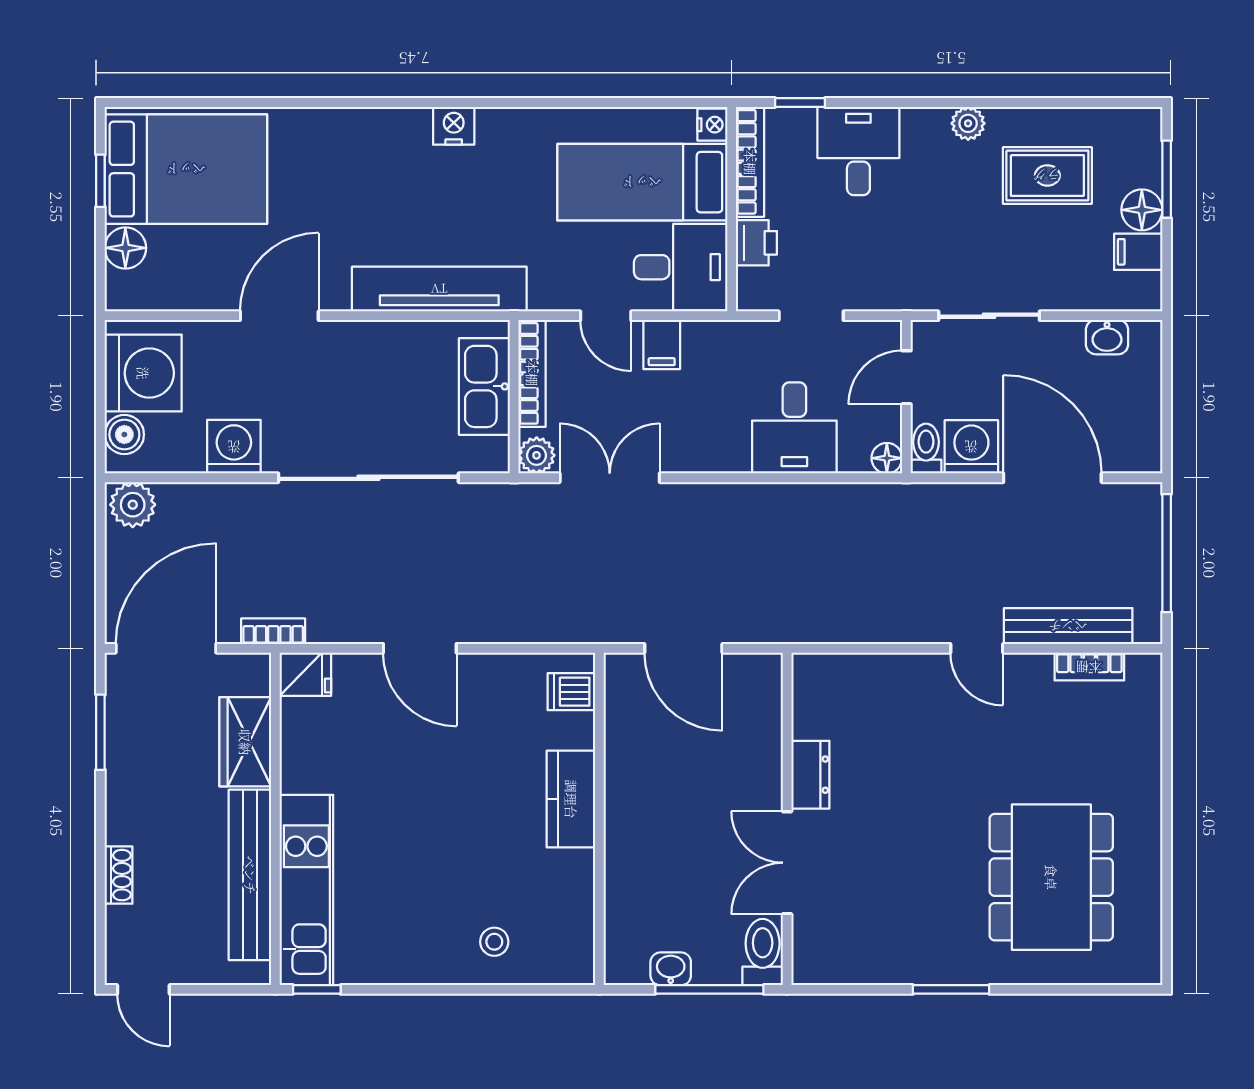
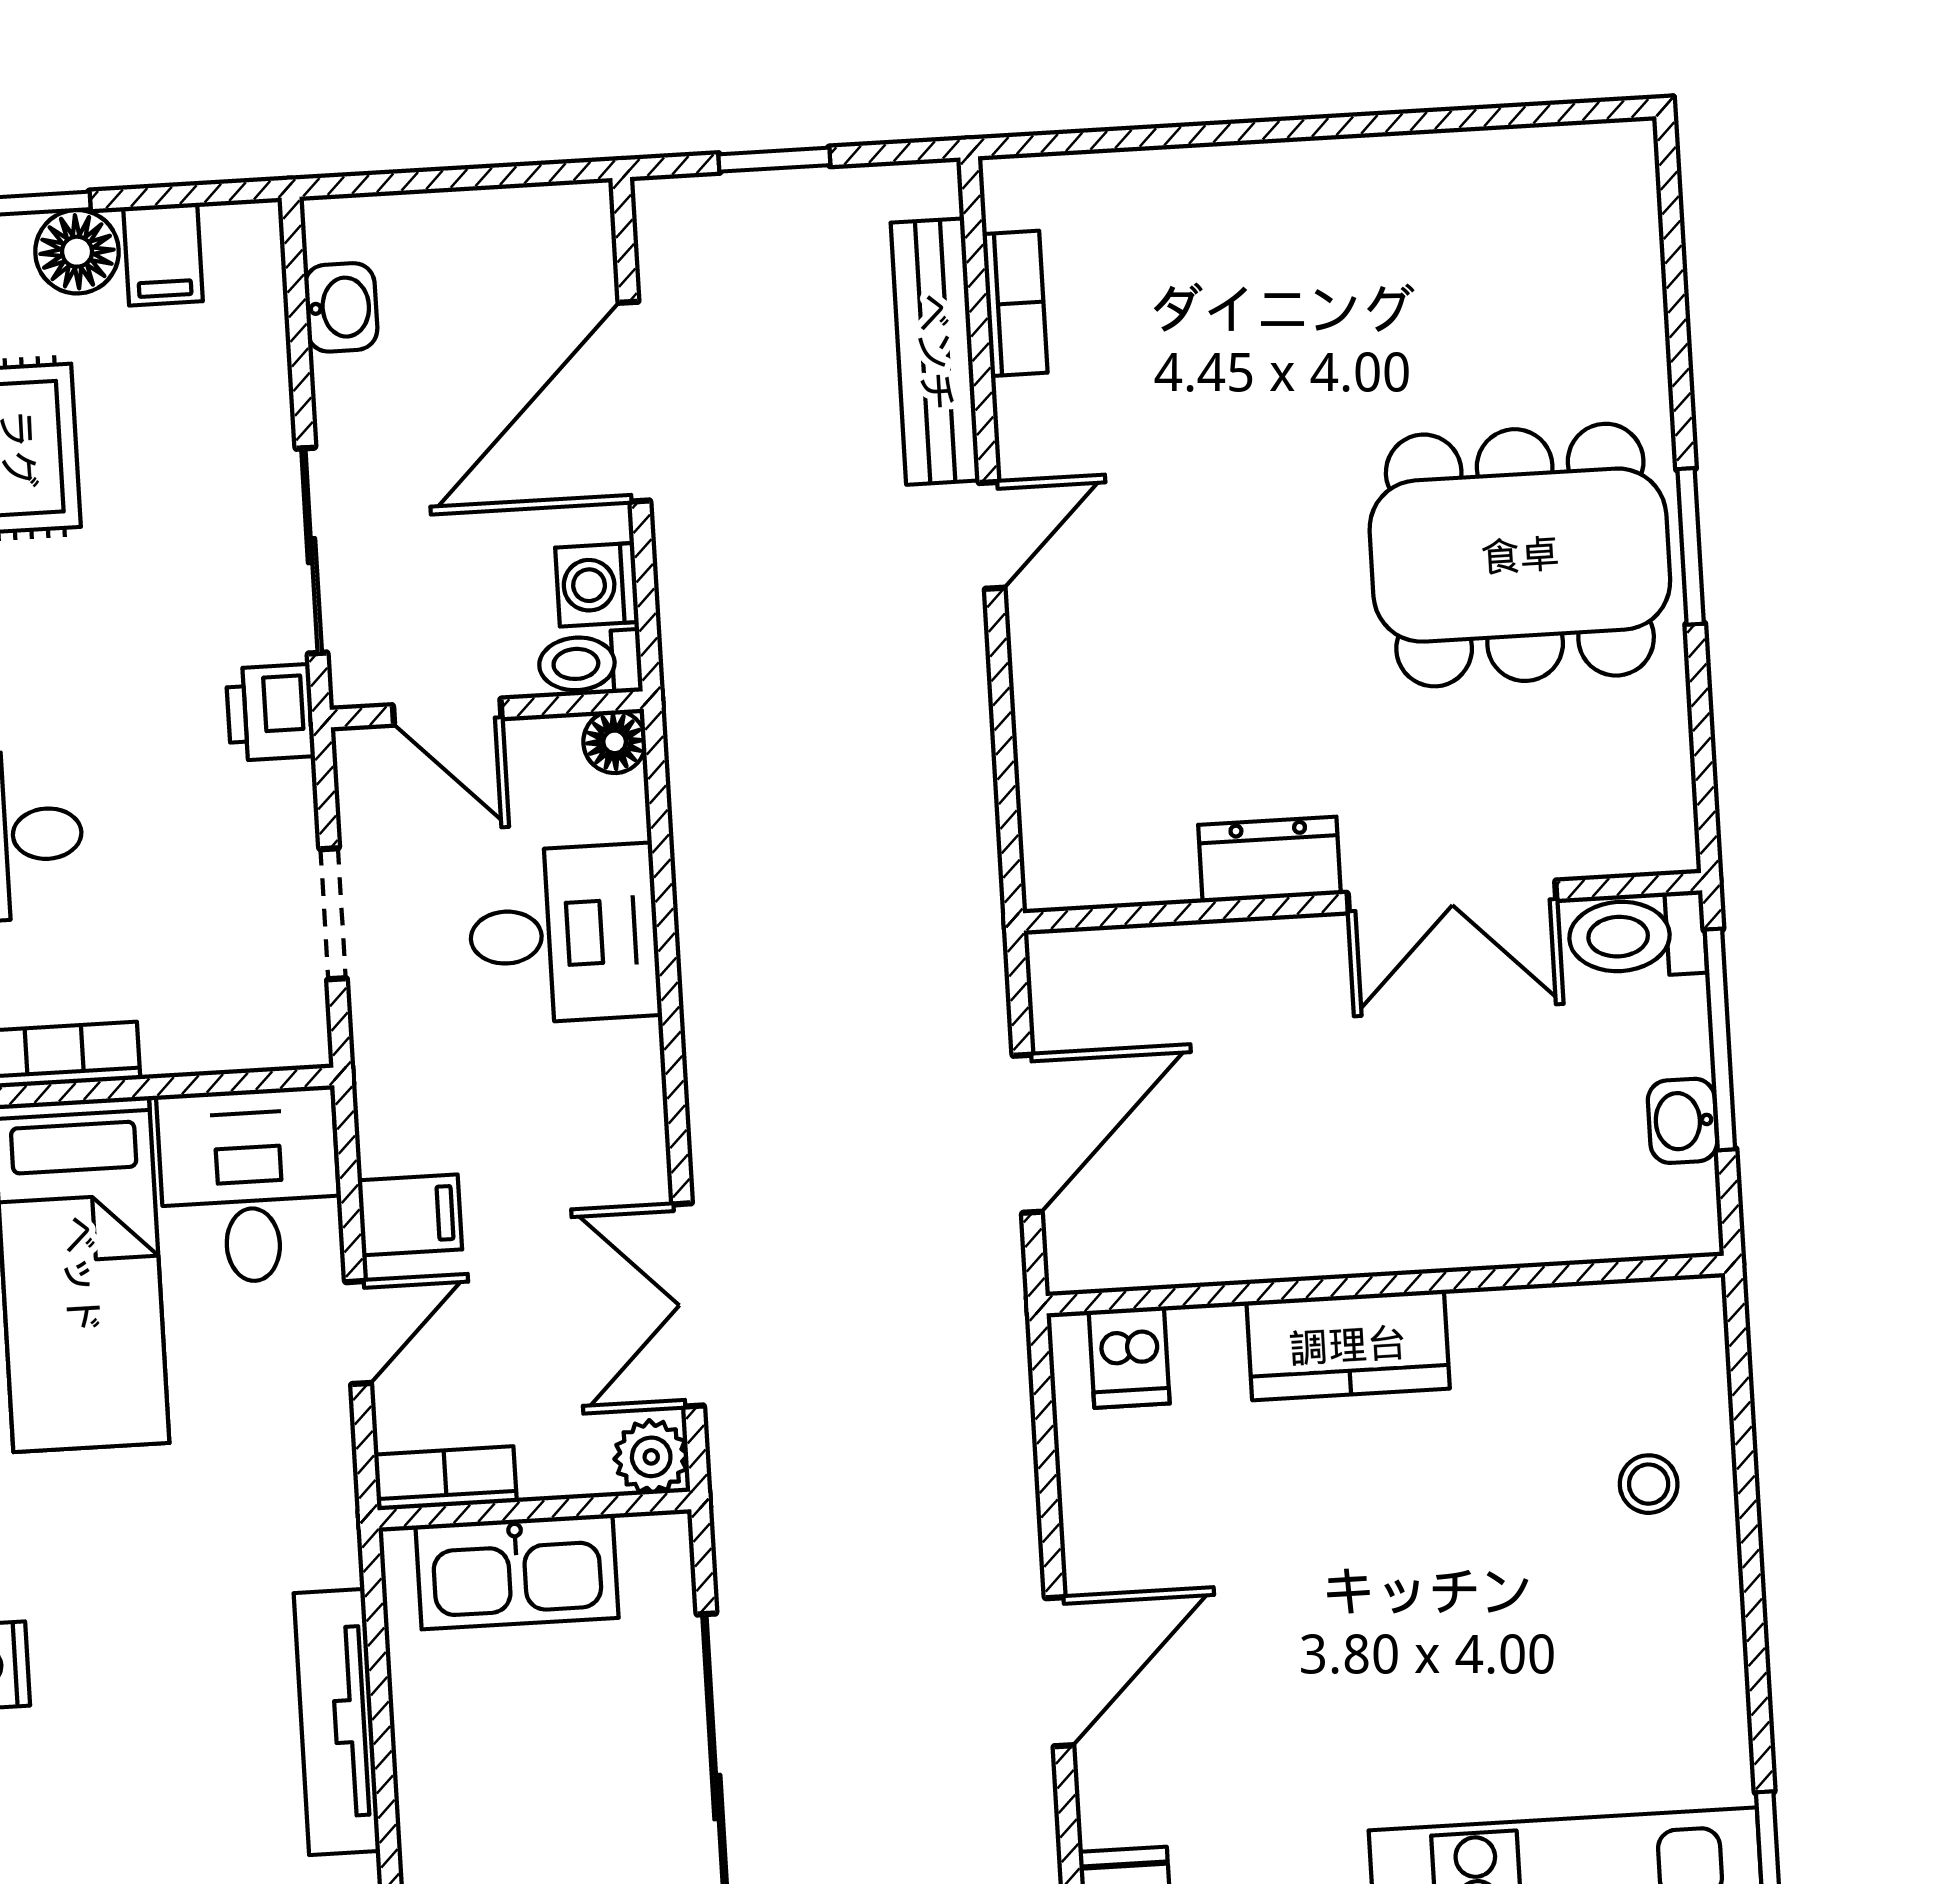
printer: (756, 243) -> (270, 712), moved, turned -90
tv unit: (439, 289) -> (337, 1722), width x0.73, depth x0.78
bookcase: (532, 373) -> (445, 1478), width x0.64
washing machine: (971, 447) -> (597, 585), width x0.73, depth x0.73
window: (1167, 553) -> (774, 160), width x0.46
dining table: (1051, 877) -> (1520, 555), moved

